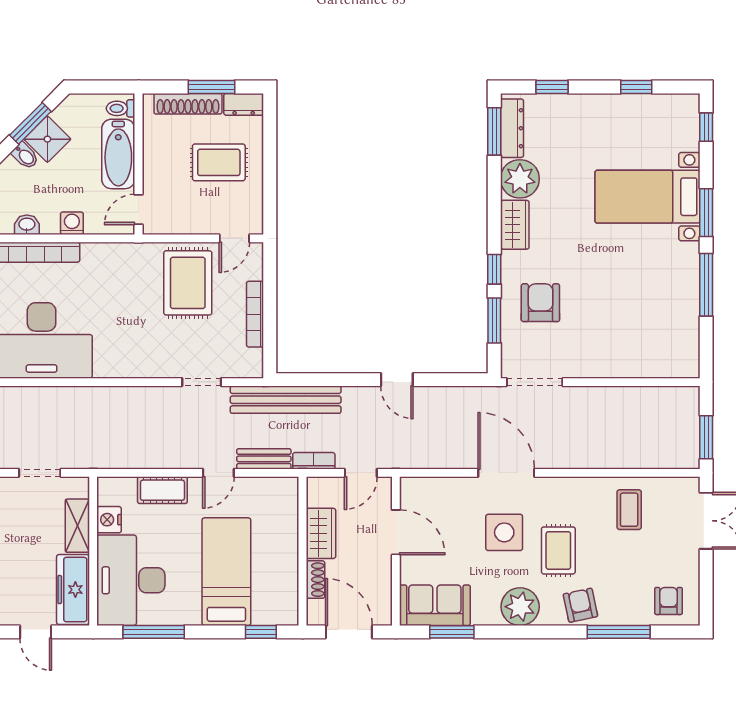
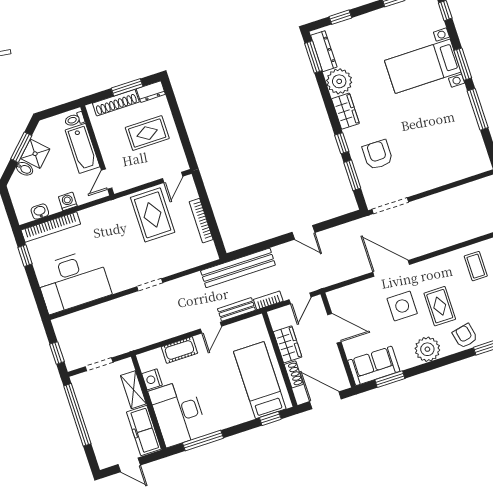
doorway: (202, 382) -> (150, 285), moved
bed: (226, 572) -> (260, 380), moved

